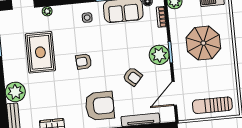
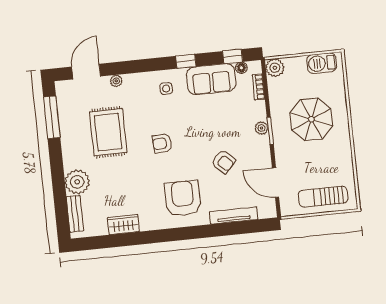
plant: (159, 55) -> (261, 128), width x0.53, depth x0.53
door: (174, 94) -> (276, 182), hinge flipped
armchair: (100, 106) -> (183, 198), turned -90

